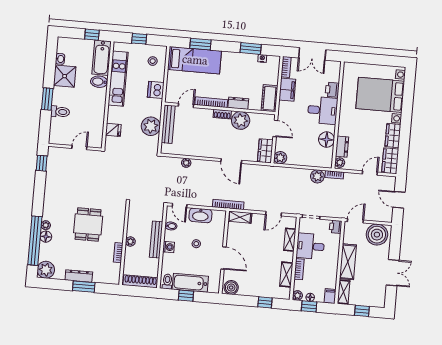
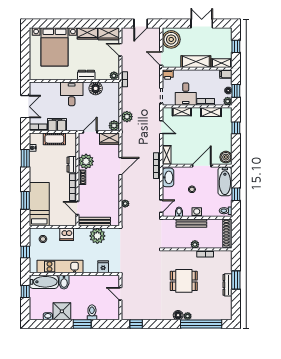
printer: (332, 90) -> (54, 87), removed
cot: (269, 98) -> (54, 139), moved
dresser: (342, 147) -> (86, 75), moved
plant: (317, 176) -> (127, 117), moved
washbasin: (200, 215) -> (168, 177), moved
floor lamp: (46, 237) -> (178, 315), moved
plant: (46, 270) -> (225, 313), removed
bathtub: (190, 283) -> (225, 181), moved

